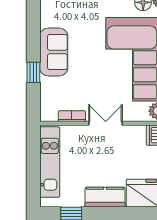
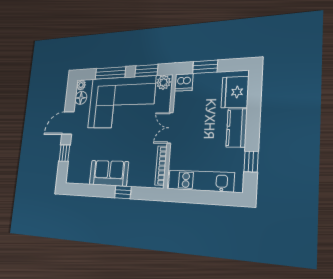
bookcase: (72, 116) -> (161, 166), width x1.56

